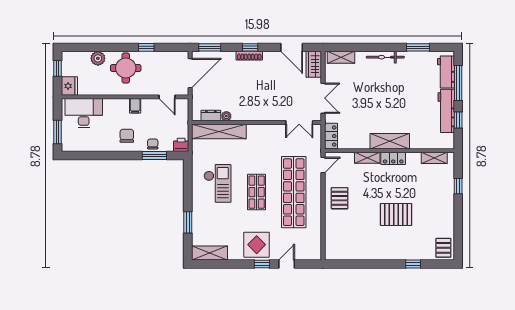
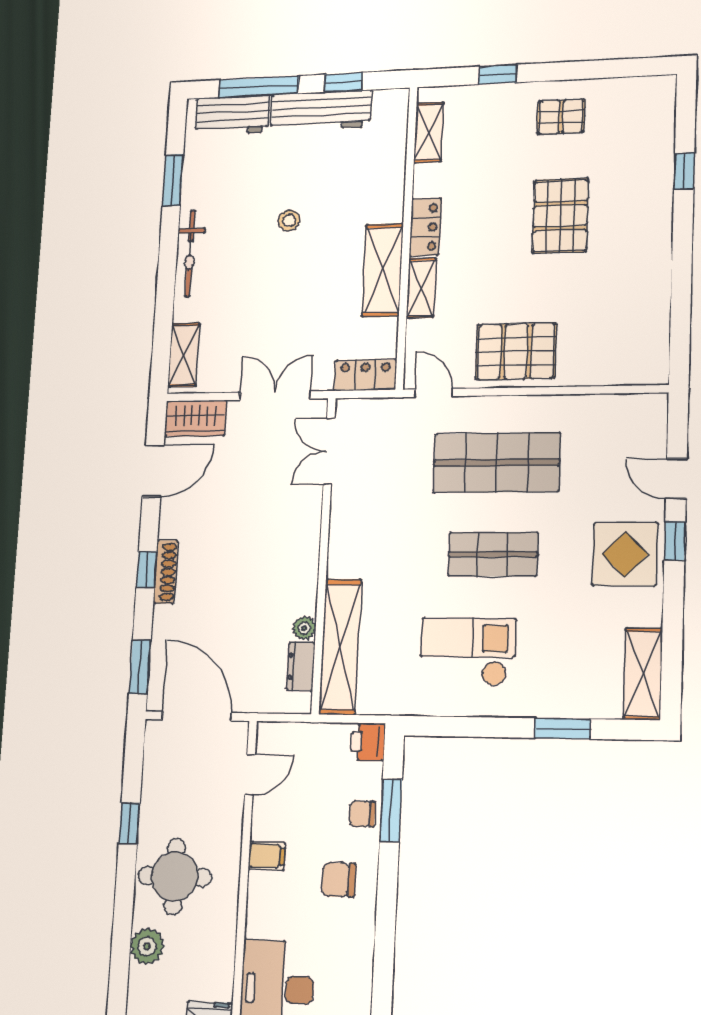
stool: (398, 100) -> (289, 220), added
double door: (299, 122) -> (329, 451), swing flipped
shelving: (390, 141) -> (383, 270), moved
shop shelf: (294, 192) -> (497, 463), width x0.71
pallet: (340, 198) -> (516, 351), width x1.50, depth x1.42
pallet: (443, 248) -> (561, 117), moved

